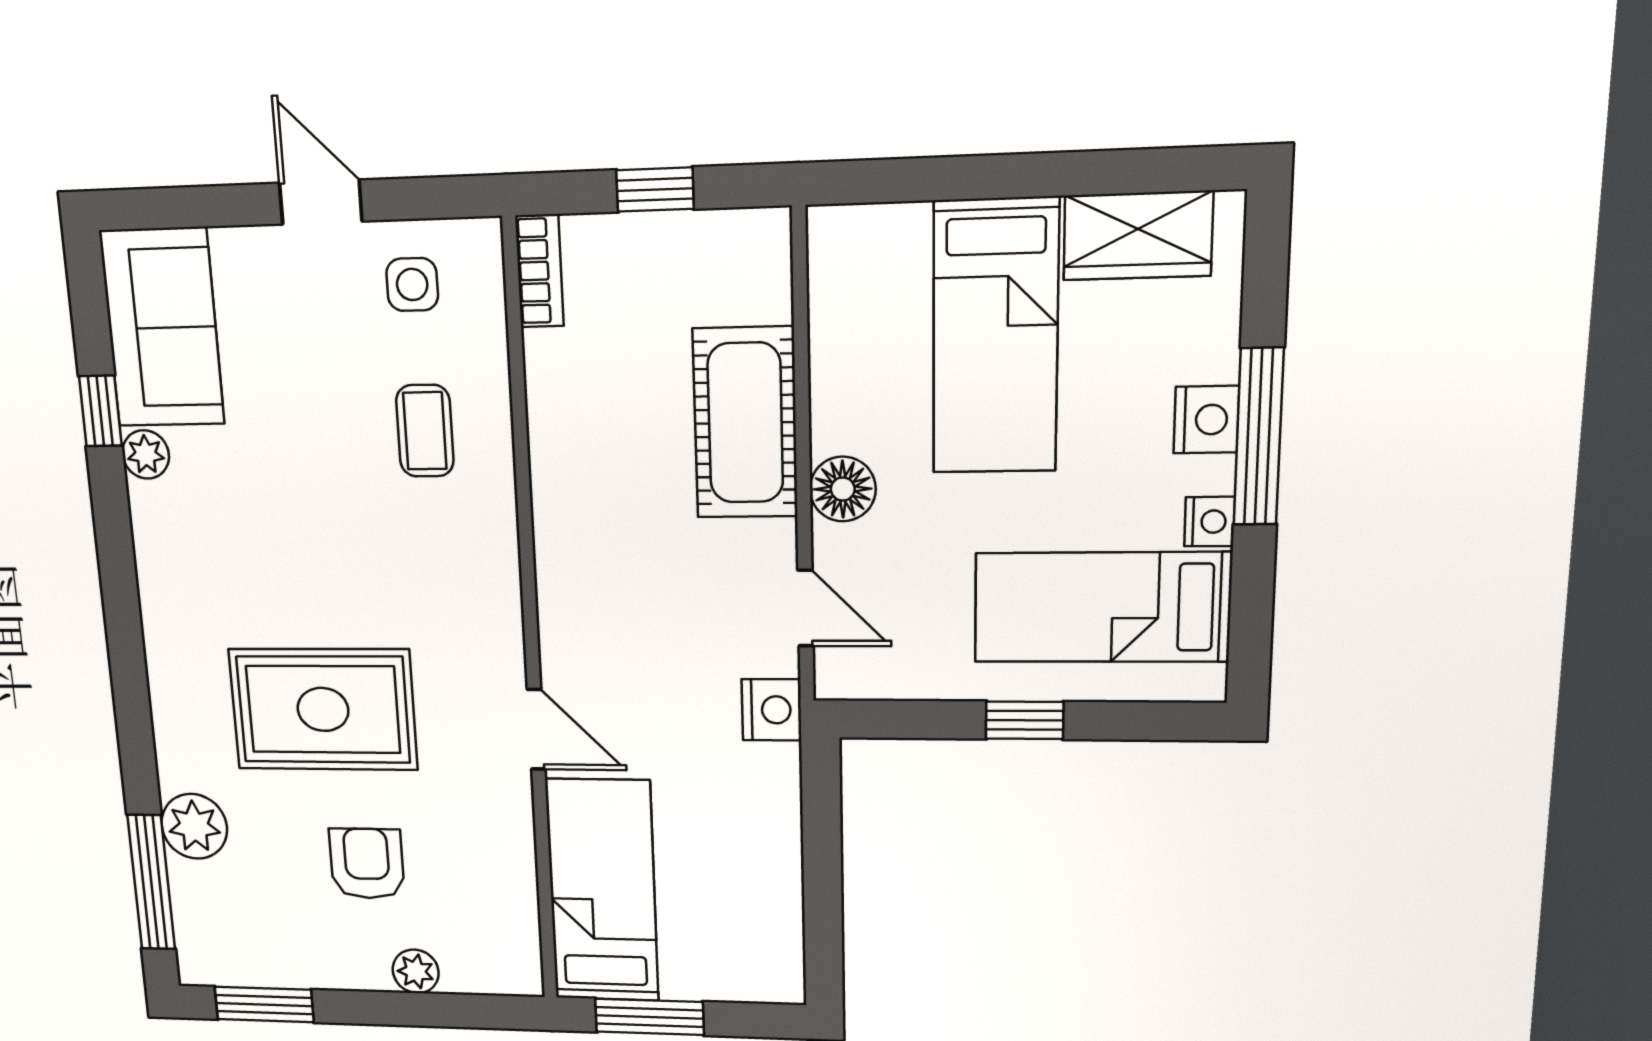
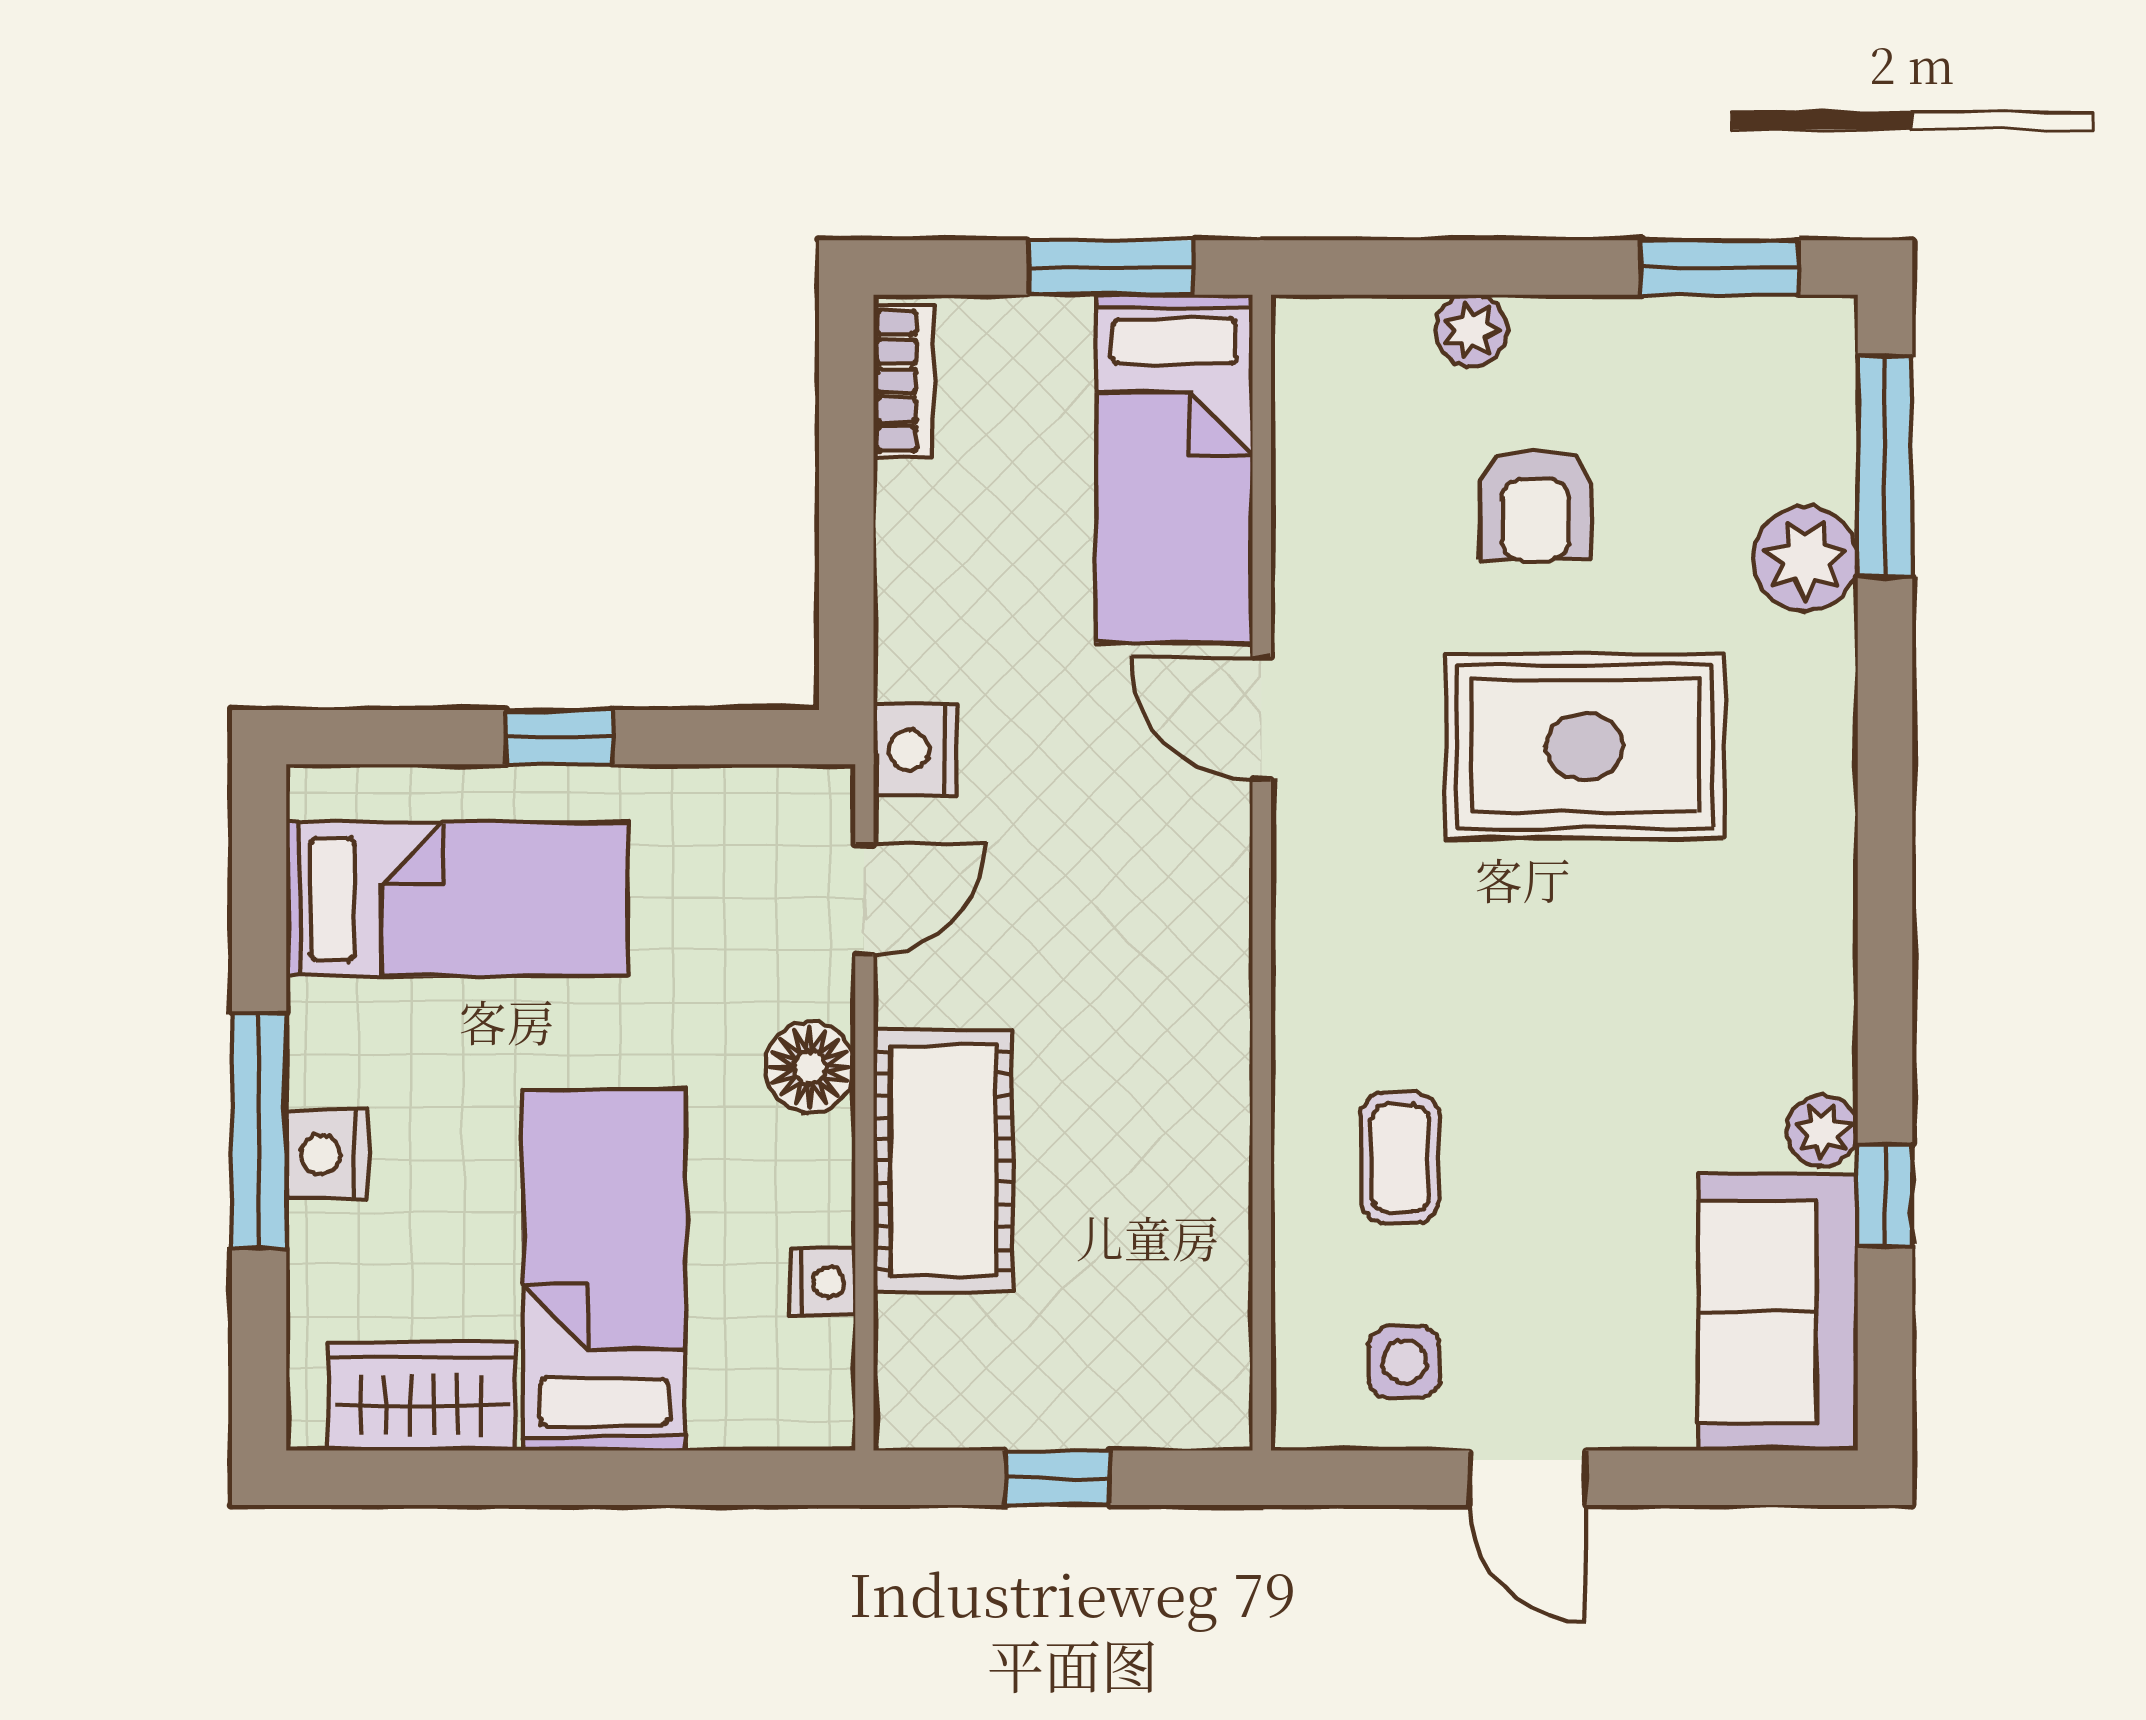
bookcase: (539, 271) -> (904, 381), moved, turned 180
nightstand: (1210, 522) -> (823, 1282), moved, turned 180
door: (805, 608) -> (864, 899), swing flipped

